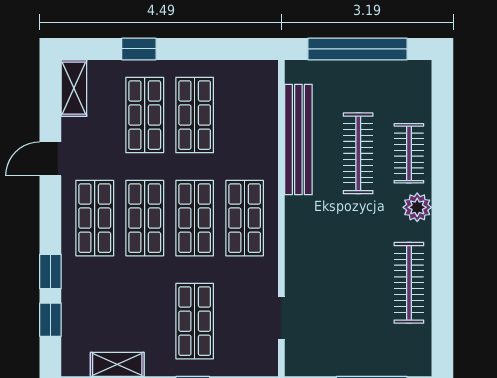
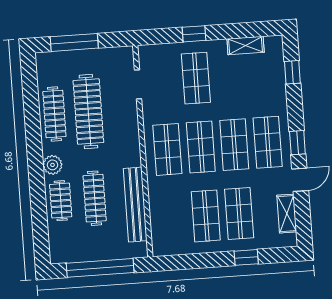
shelving: (74, 88) -> (287, 214), moved
window: (50, 272) -> (297, 143), moved
clothes rail: (358, 283) -> (88, 112), added

